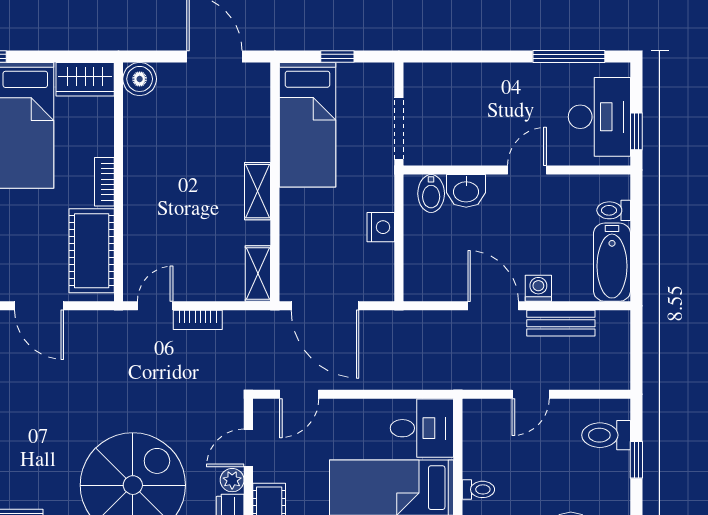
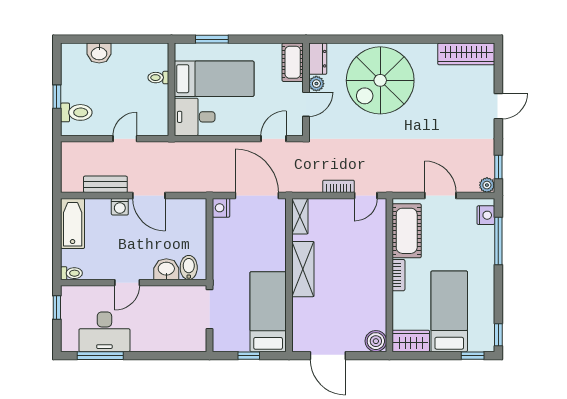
desk: (599, 117) -> (104, 332), moved, turned -90
shelving: (258, 191) -> (303, 269), width x1.50, depth x1.33
toilet: (614, 210) -> (71, 273), moved
nightstand: (381, 227) -> (221, 208), moved

